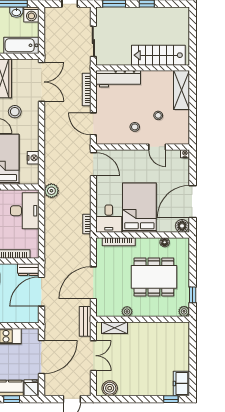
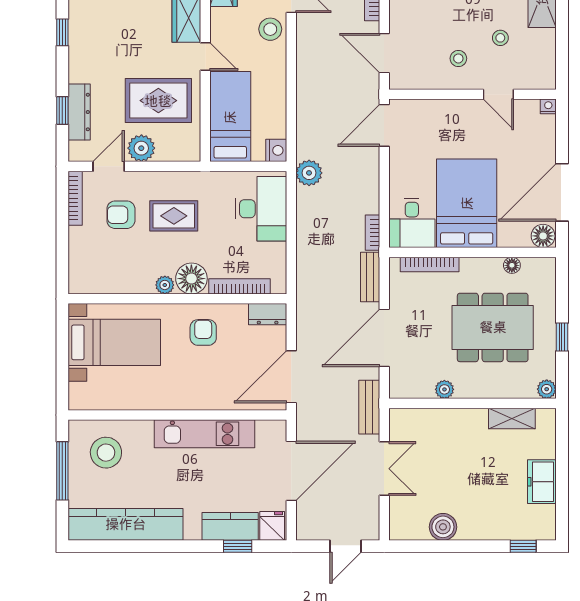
stool: (15, 112) -> (270, 29), moved
nightstand: (33, 158) -> (276, 150), moved
door: (93, 164) -> (384, 125), swing flipped
bench: (86, 249) -> (370, 277), added
door: (42, 292) -> (291, 377), moved
window: (193, 295) -> (562, 337), moved
shelving: (114, 328) -> (512, 419), moved
freezer: (181, 383) -> (542, 482), moved
boiler: (110, 388) -> (443, 527), moved

